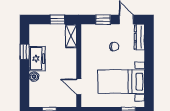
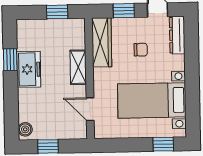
shelving: (71, 36) -> (78, 67), moved
wardrobe: (88, 41) -> (102, 42), added
boiler: (34, 77) -> (25, 129), moved

